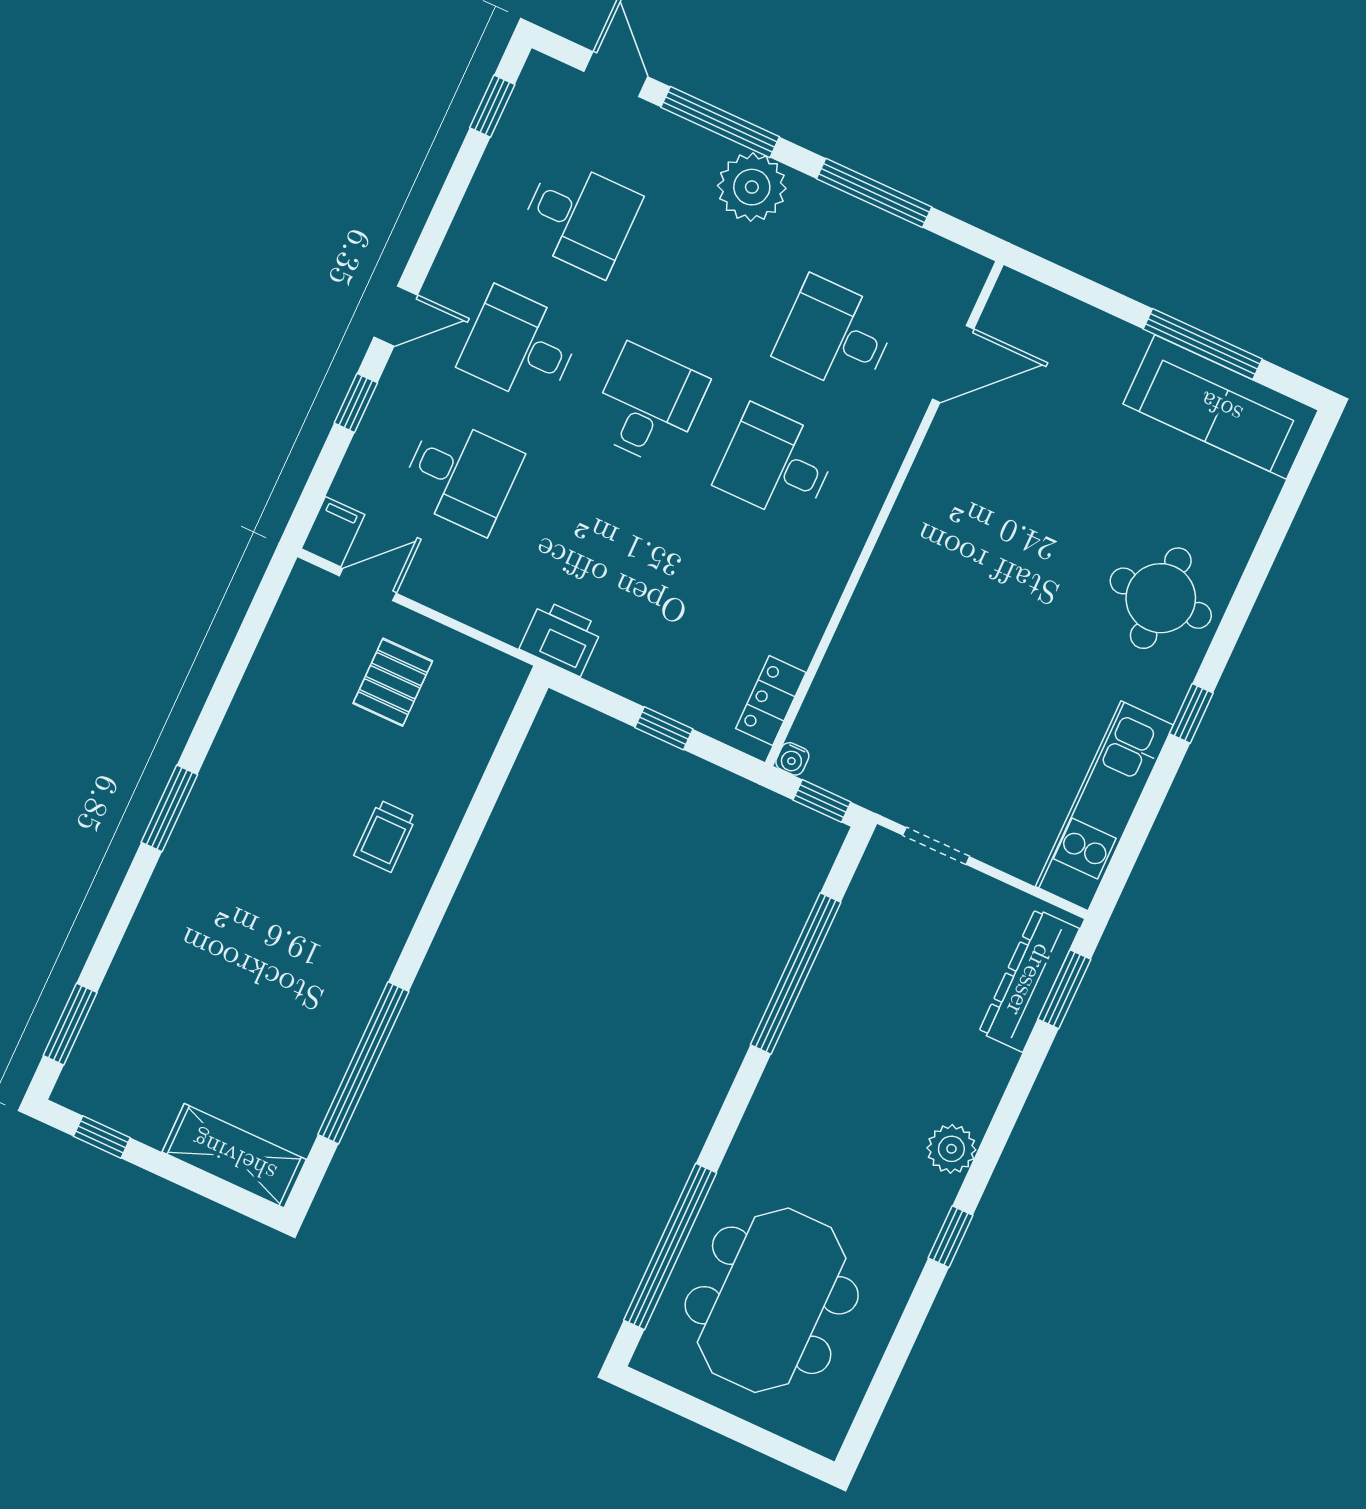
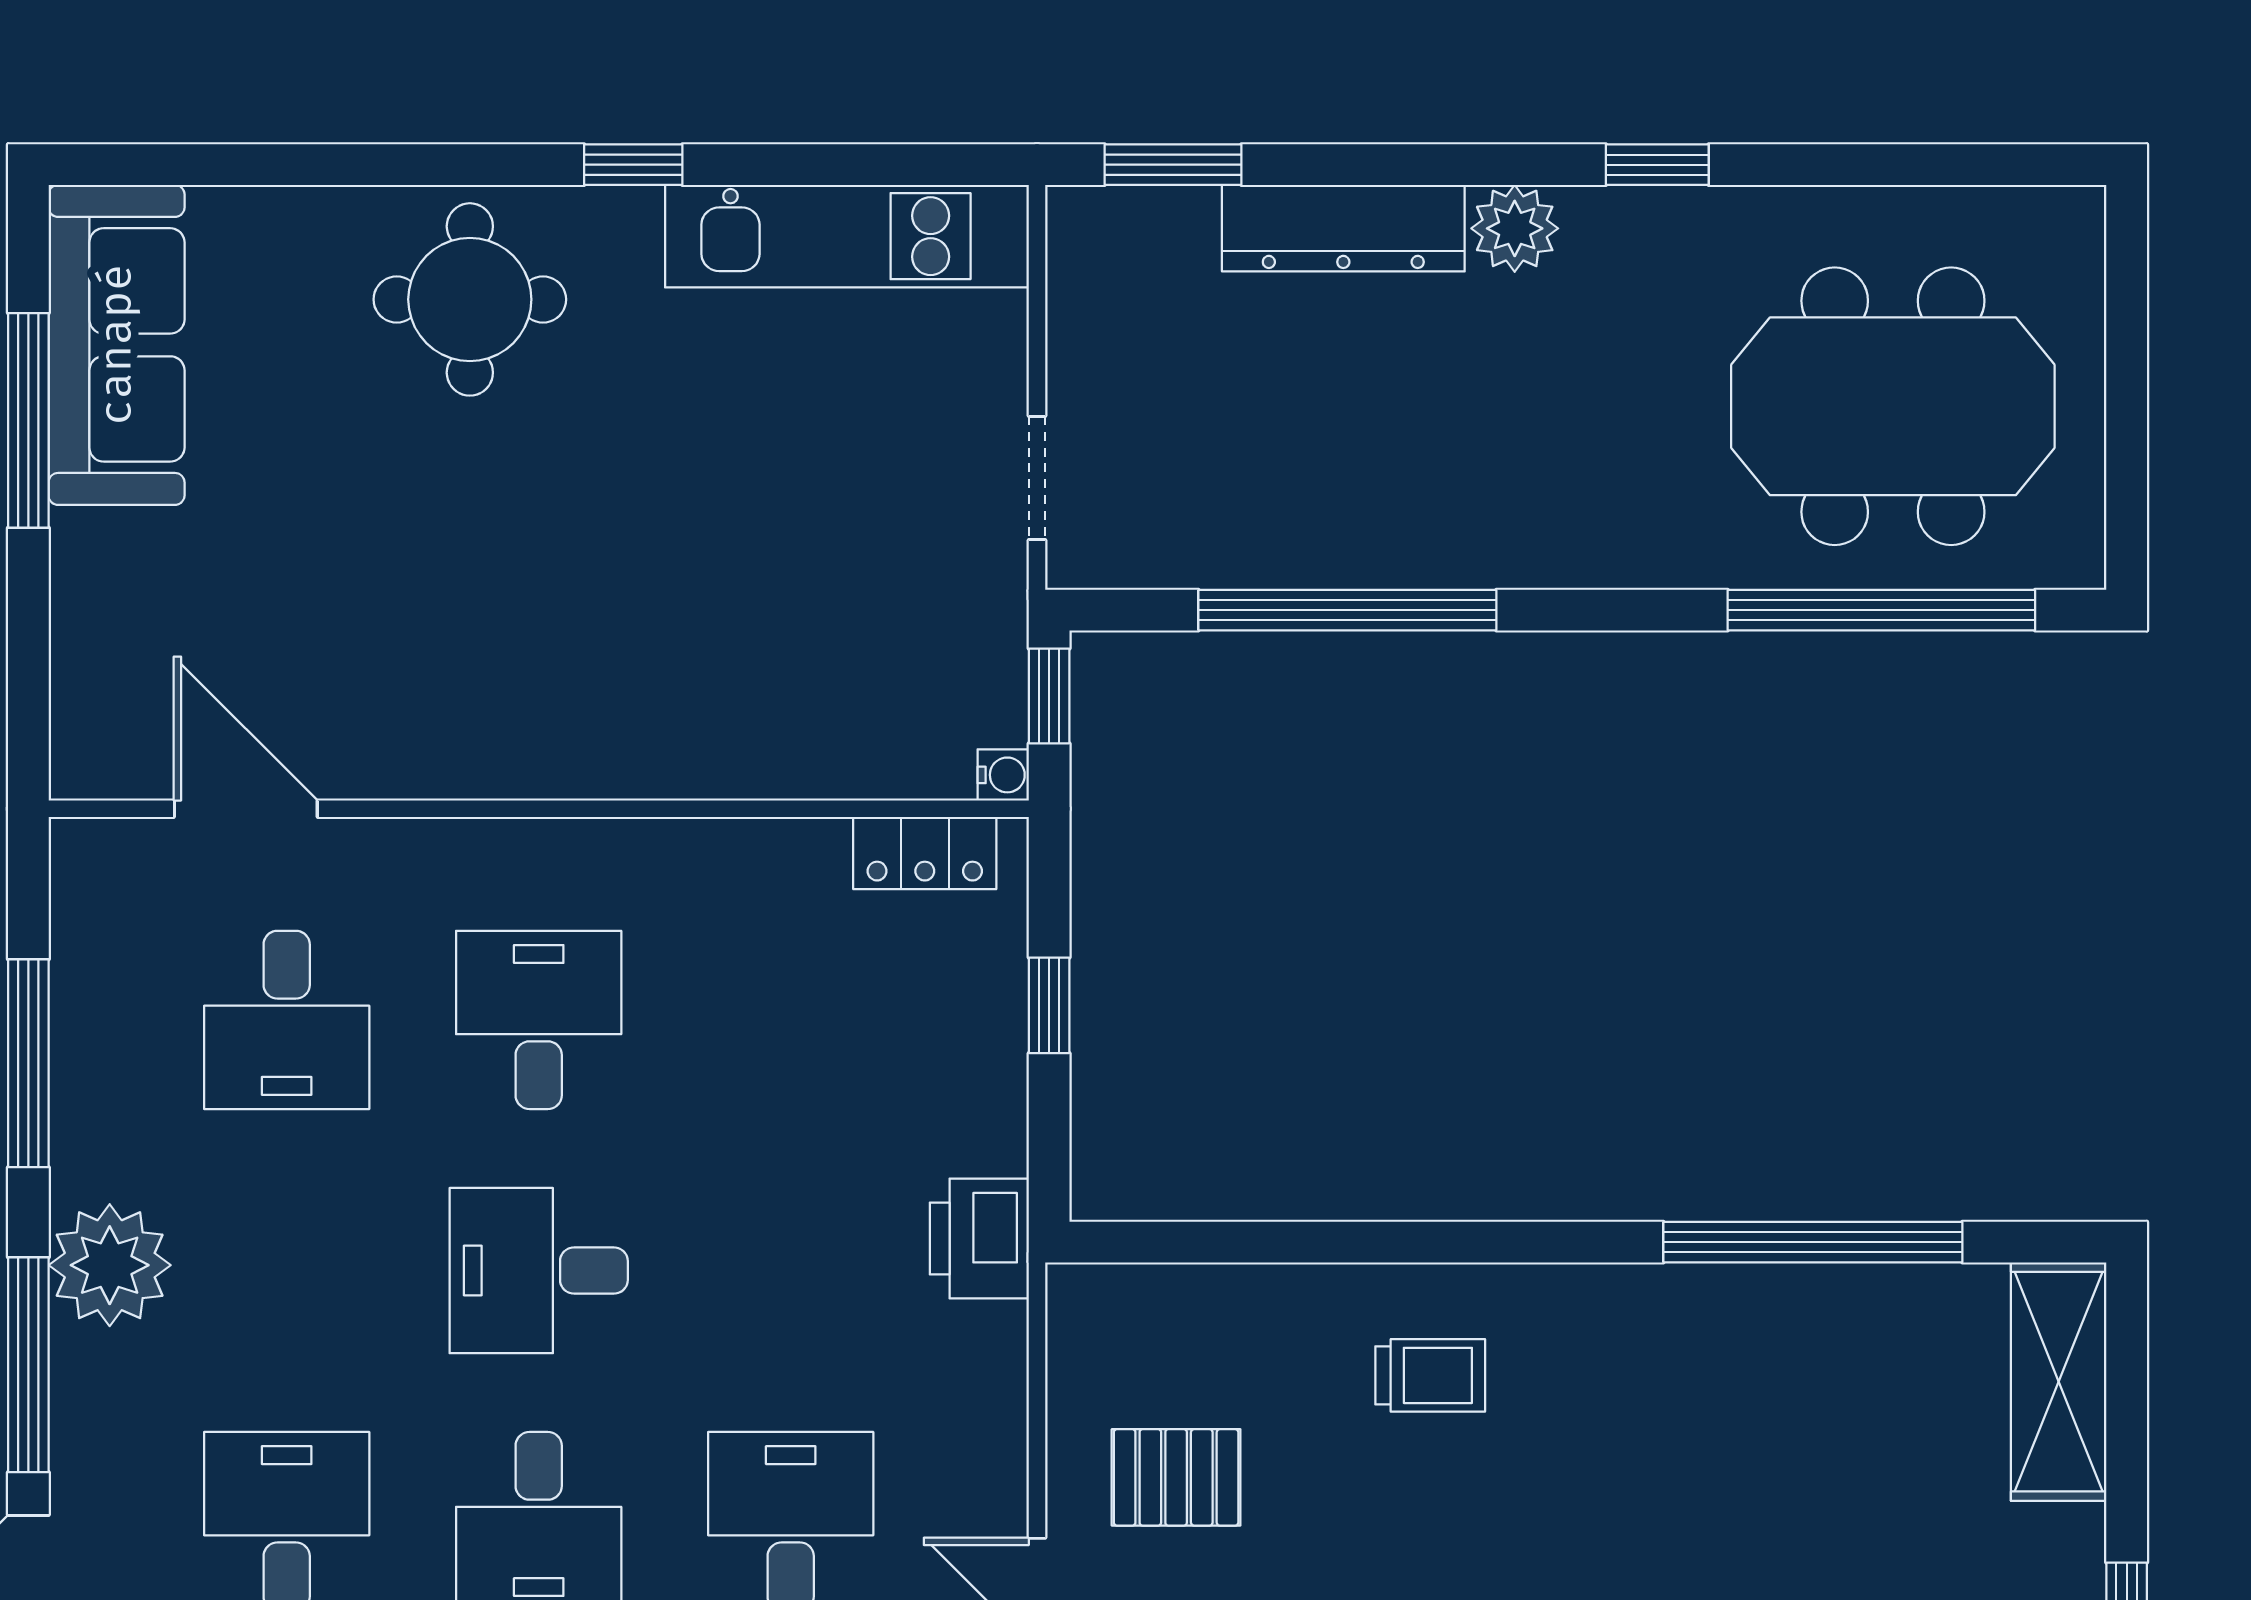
desk: (776, 464) -> (539, 1020), turned 180
dresser: (1029, 980) -> (1343, 228), moved

